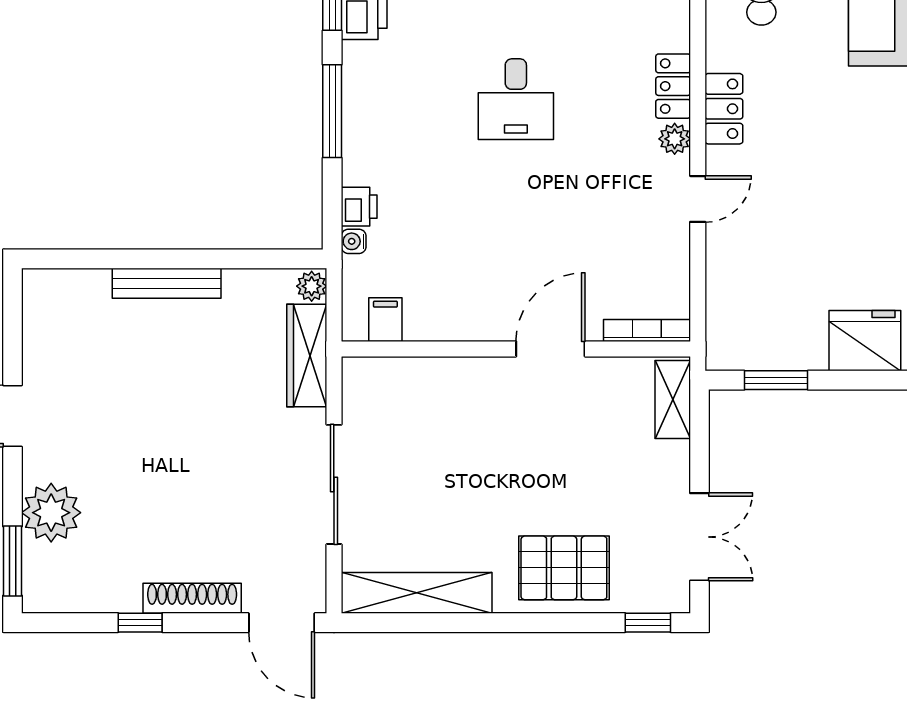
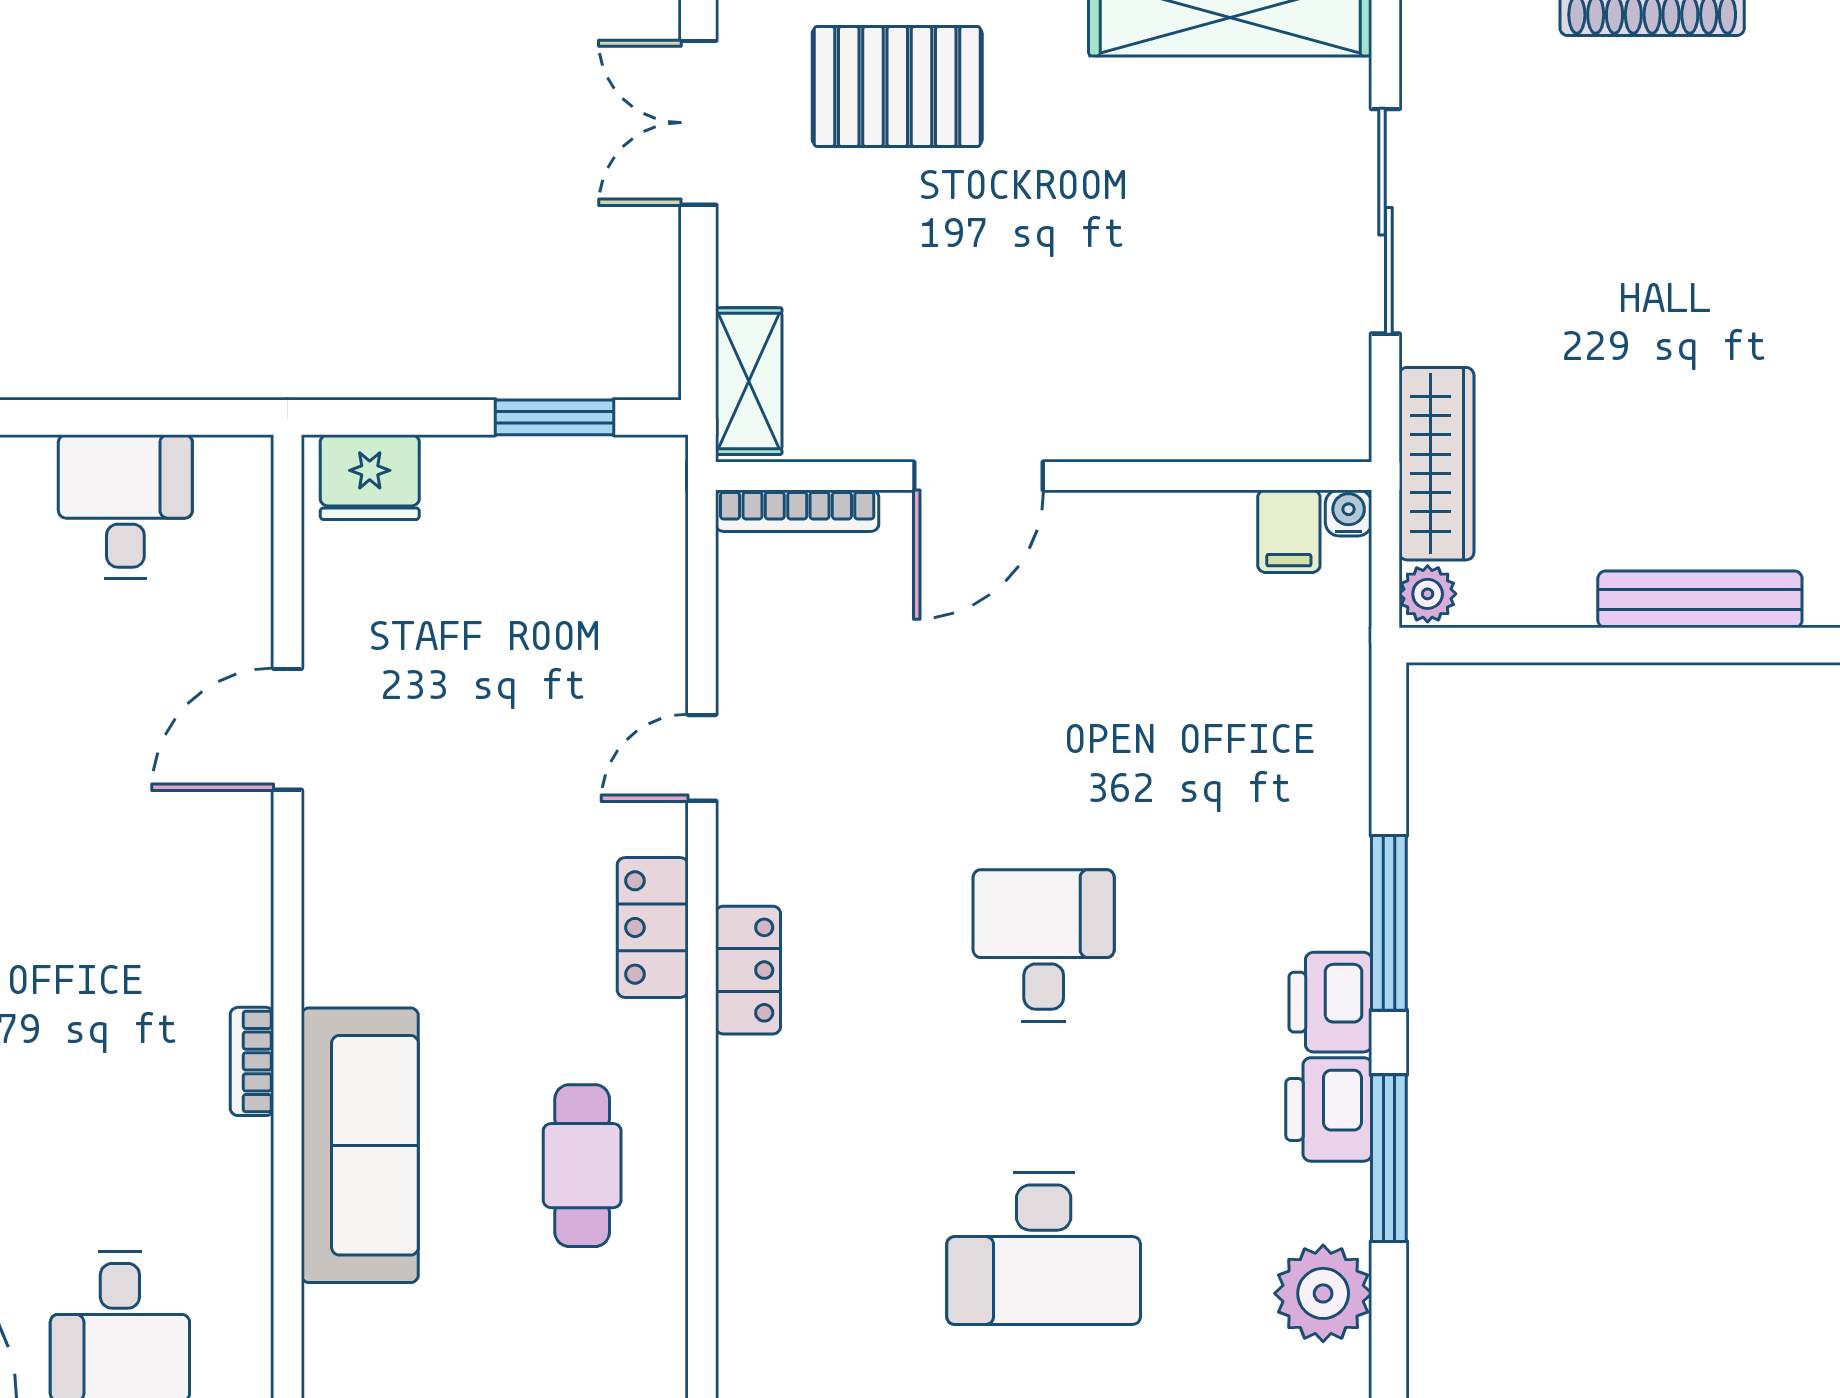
plant: (675, 139) -> (745, 871), removed
printer: (359, 207) -> (1330, 1002), moved, width x1.36, depth x1.24
water cooler: (354, 241) -> (1349, 513), moved, turned -90
fridge: (865, 341) -> (370, 477), width x0.73, depth x0.75
pallet: (564, 568) -> (897, 86), moved

